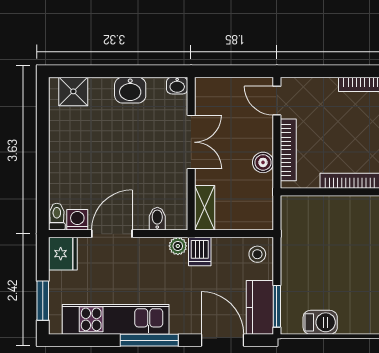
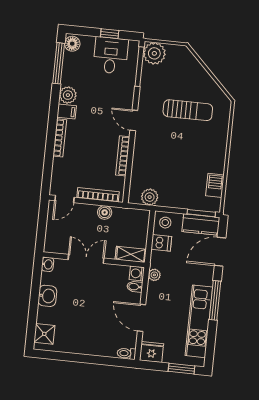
washing machine: (77, 220) -> (137, 273), moved
plant: (293, 227) -> (150, 197), added
dishwasher: (200, 251) -> (161, 243), moved

